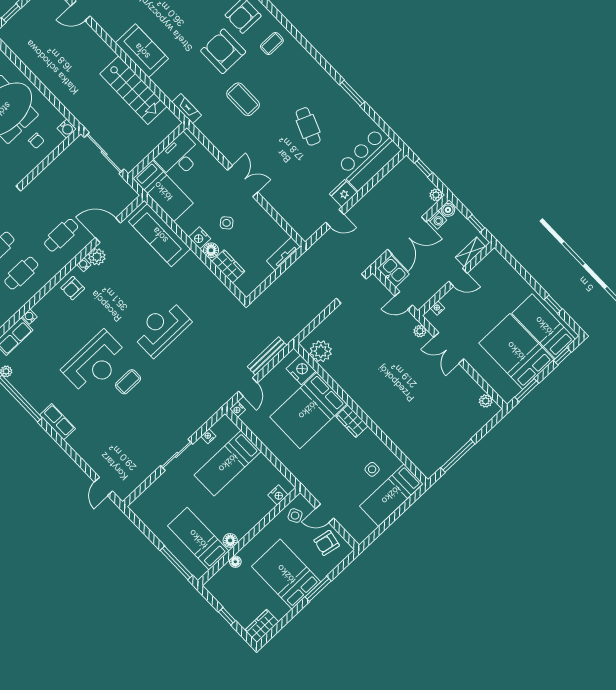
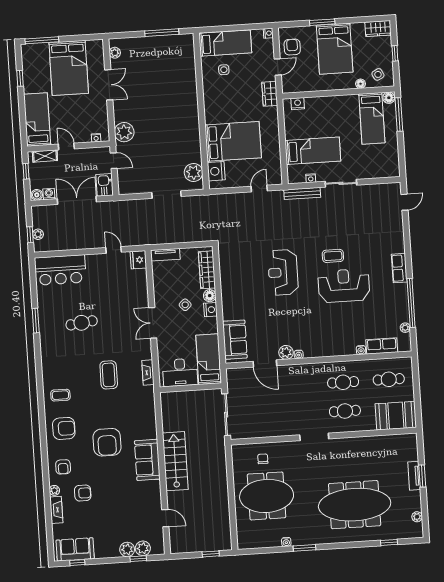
armchair: (223, 51) -> (107, 442), moved
stairs: (133, 90) -> (175, 461), moved
fireplace: (187, 109) -> (148, 373), moved
cafe table: (308, 126) -> (82, 323), turned 61
water cooler: (67, 129) -> (237, 450), removed
fridge: (343, 193) -> (138, 260), moved, turned 90
plant: (436, 195) -> (38, 234), moved
cafe table: (61, 235) -> (297, 385), removed
sofa: (160, 235) -> (235, 340), width x0.73
wardrobe: (228, 266) -> (207, 270), width x1.50
armchair: (73, 288) -> (318, 345), removed
doorway: (351, 289) -> (166, 195), moved
bed: (544, 326) -> (37, 120), moved, turned 180
reception desk: (161, 328) -> (283, 272), turned 90
plant: (420, 331) -> (124, 132), width x1.88, depth x1.88
double door: (449, 348) -> (109, 85), moved
bench: (267, 356) -> (302, 193), moved
window: (562, 356) -> (42, 40), width x2.17
window: (527, 390) -> (83, 38), removed
nightstand: (238, 409) -> (268, 33), moved
wardrobe: (352, 421) -> (270, 94), moved, turned 180
door: (325, 513) -> (278, 67), hinge flipped
side table: (295, 516) -> (378, 74), moved
floor lamp: (230, 540) -> (389, 98), moved
armchair: (327, 543) -> (292, 47), turned -101

